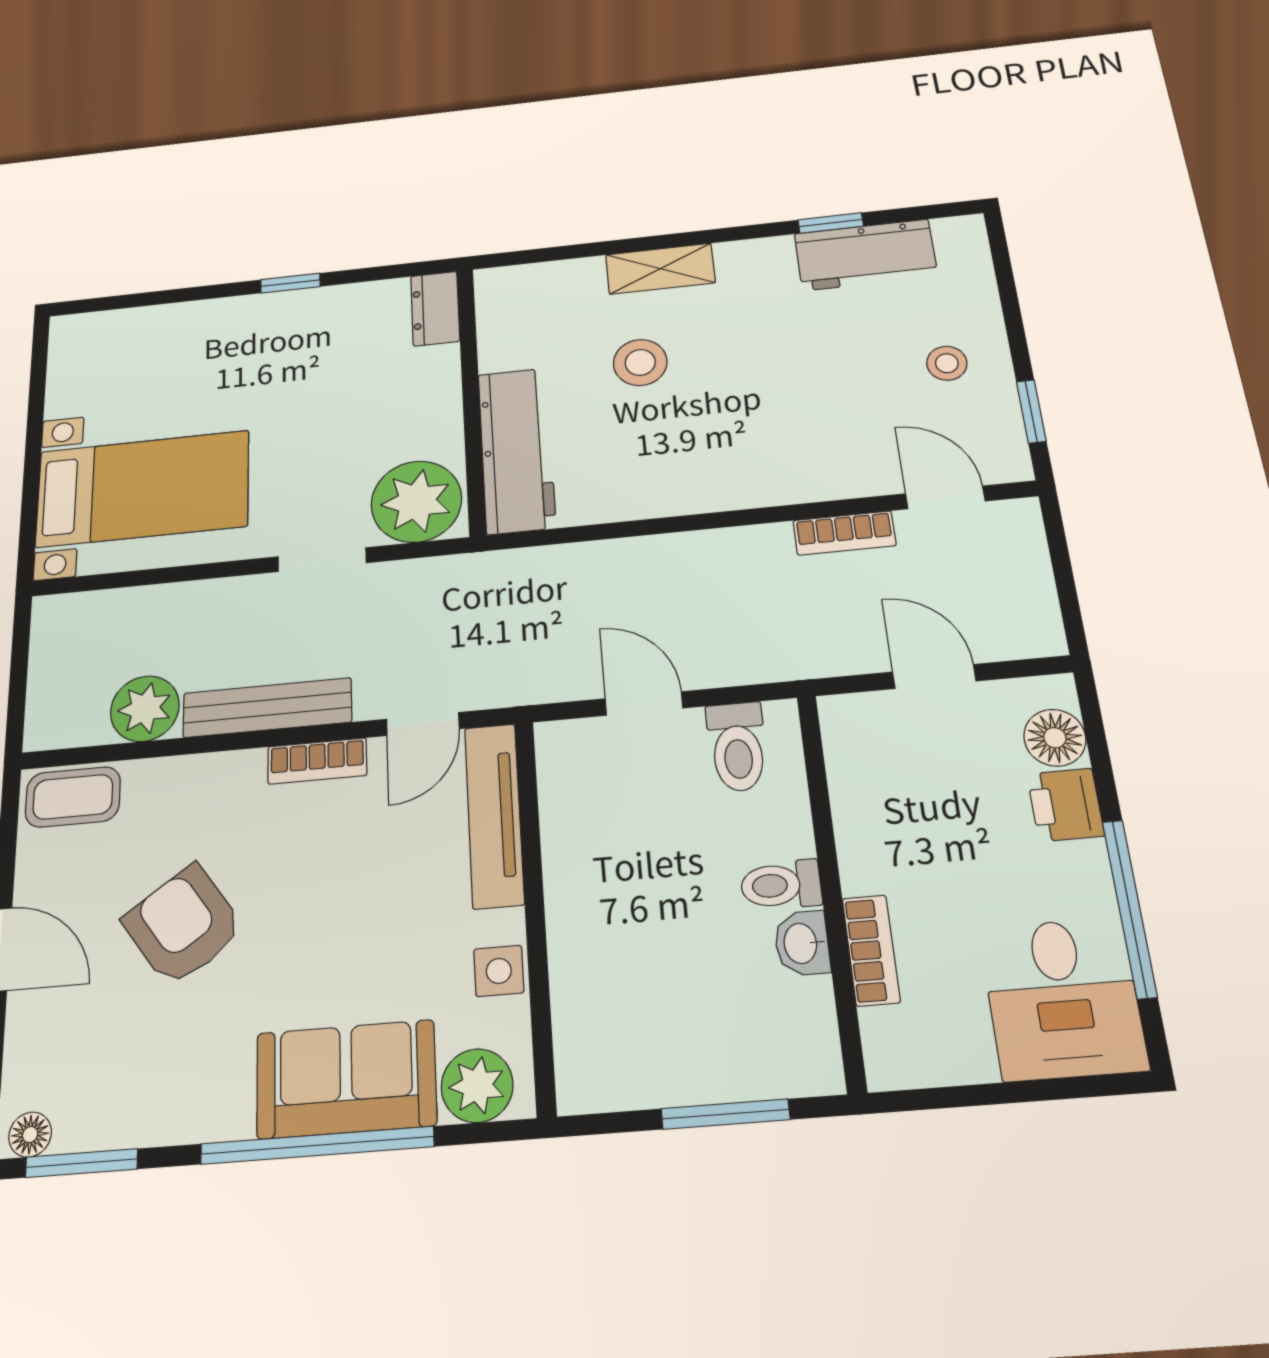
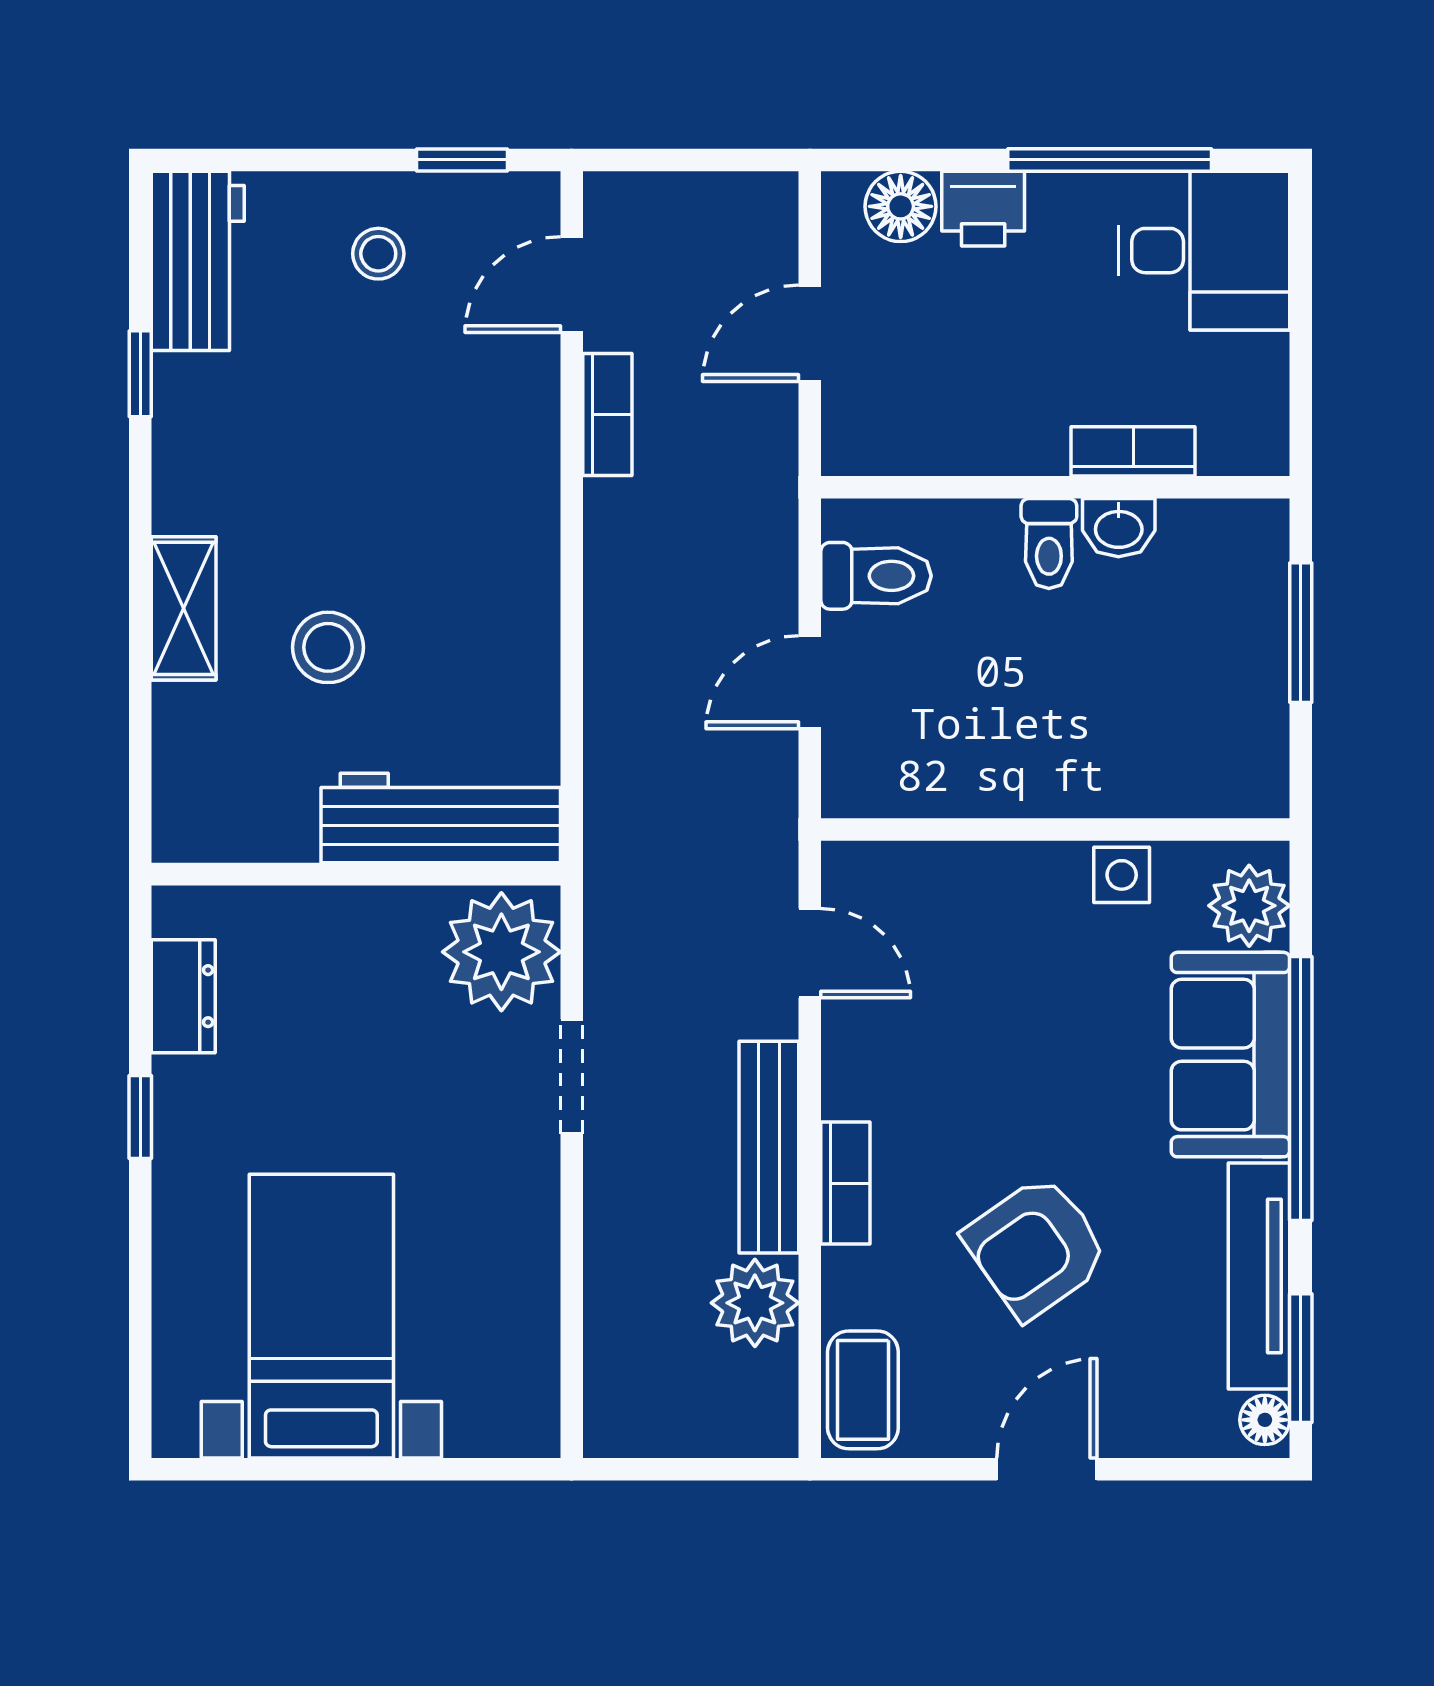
workbench: (866, 255) -> (198, 261), moved
dresser: (435, 309) -> (183, 996), moved, turned -90
bed with nightstands: (143, 489) -> (321, 1316), moved
bookcase: (317, 761) -> (845, 1183), moved
tv unit: (494, 815) -> (1259, 1276), moved, turned 90

